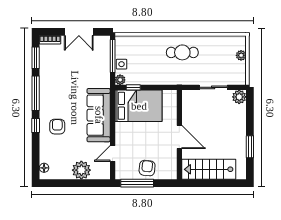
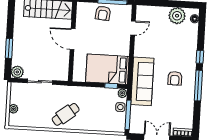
cafe table: (182, 52) -> (66, 114), turned -38
window: (36, 58) -> (196, 117), removed
sofa: (99, 115) -> (142, 81), moved
armchair: (57, 127) -> (175, 78), moved
window: (250, 147) -> (9, 48), moved
plant: (81, 170) -> (177, 16), moved

